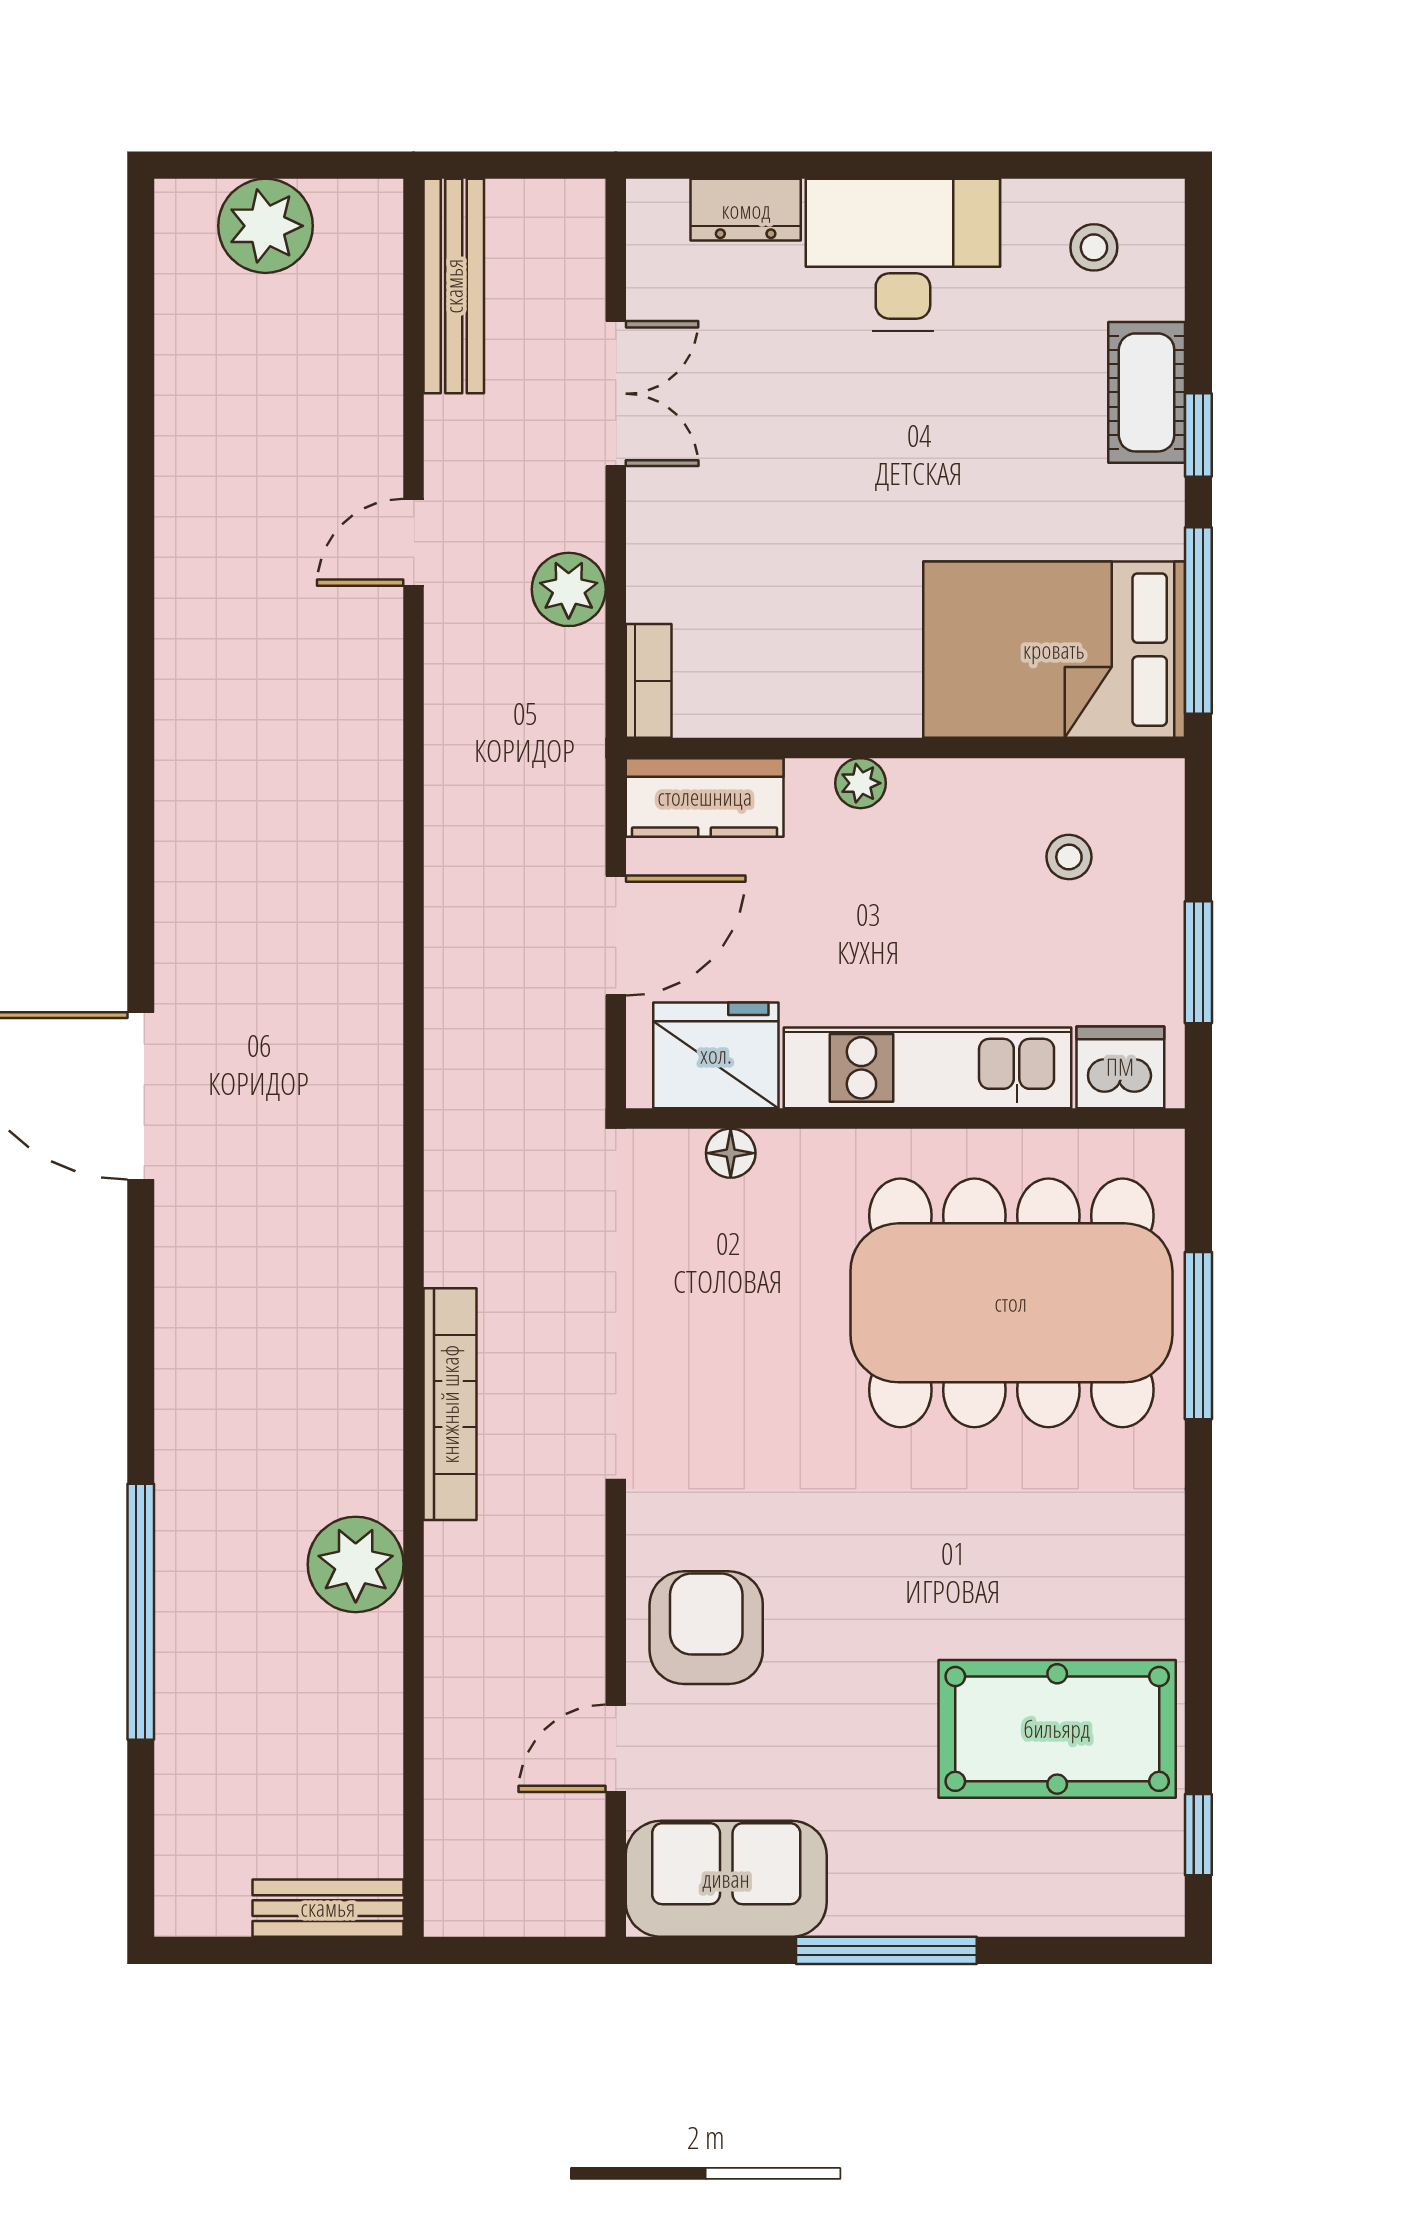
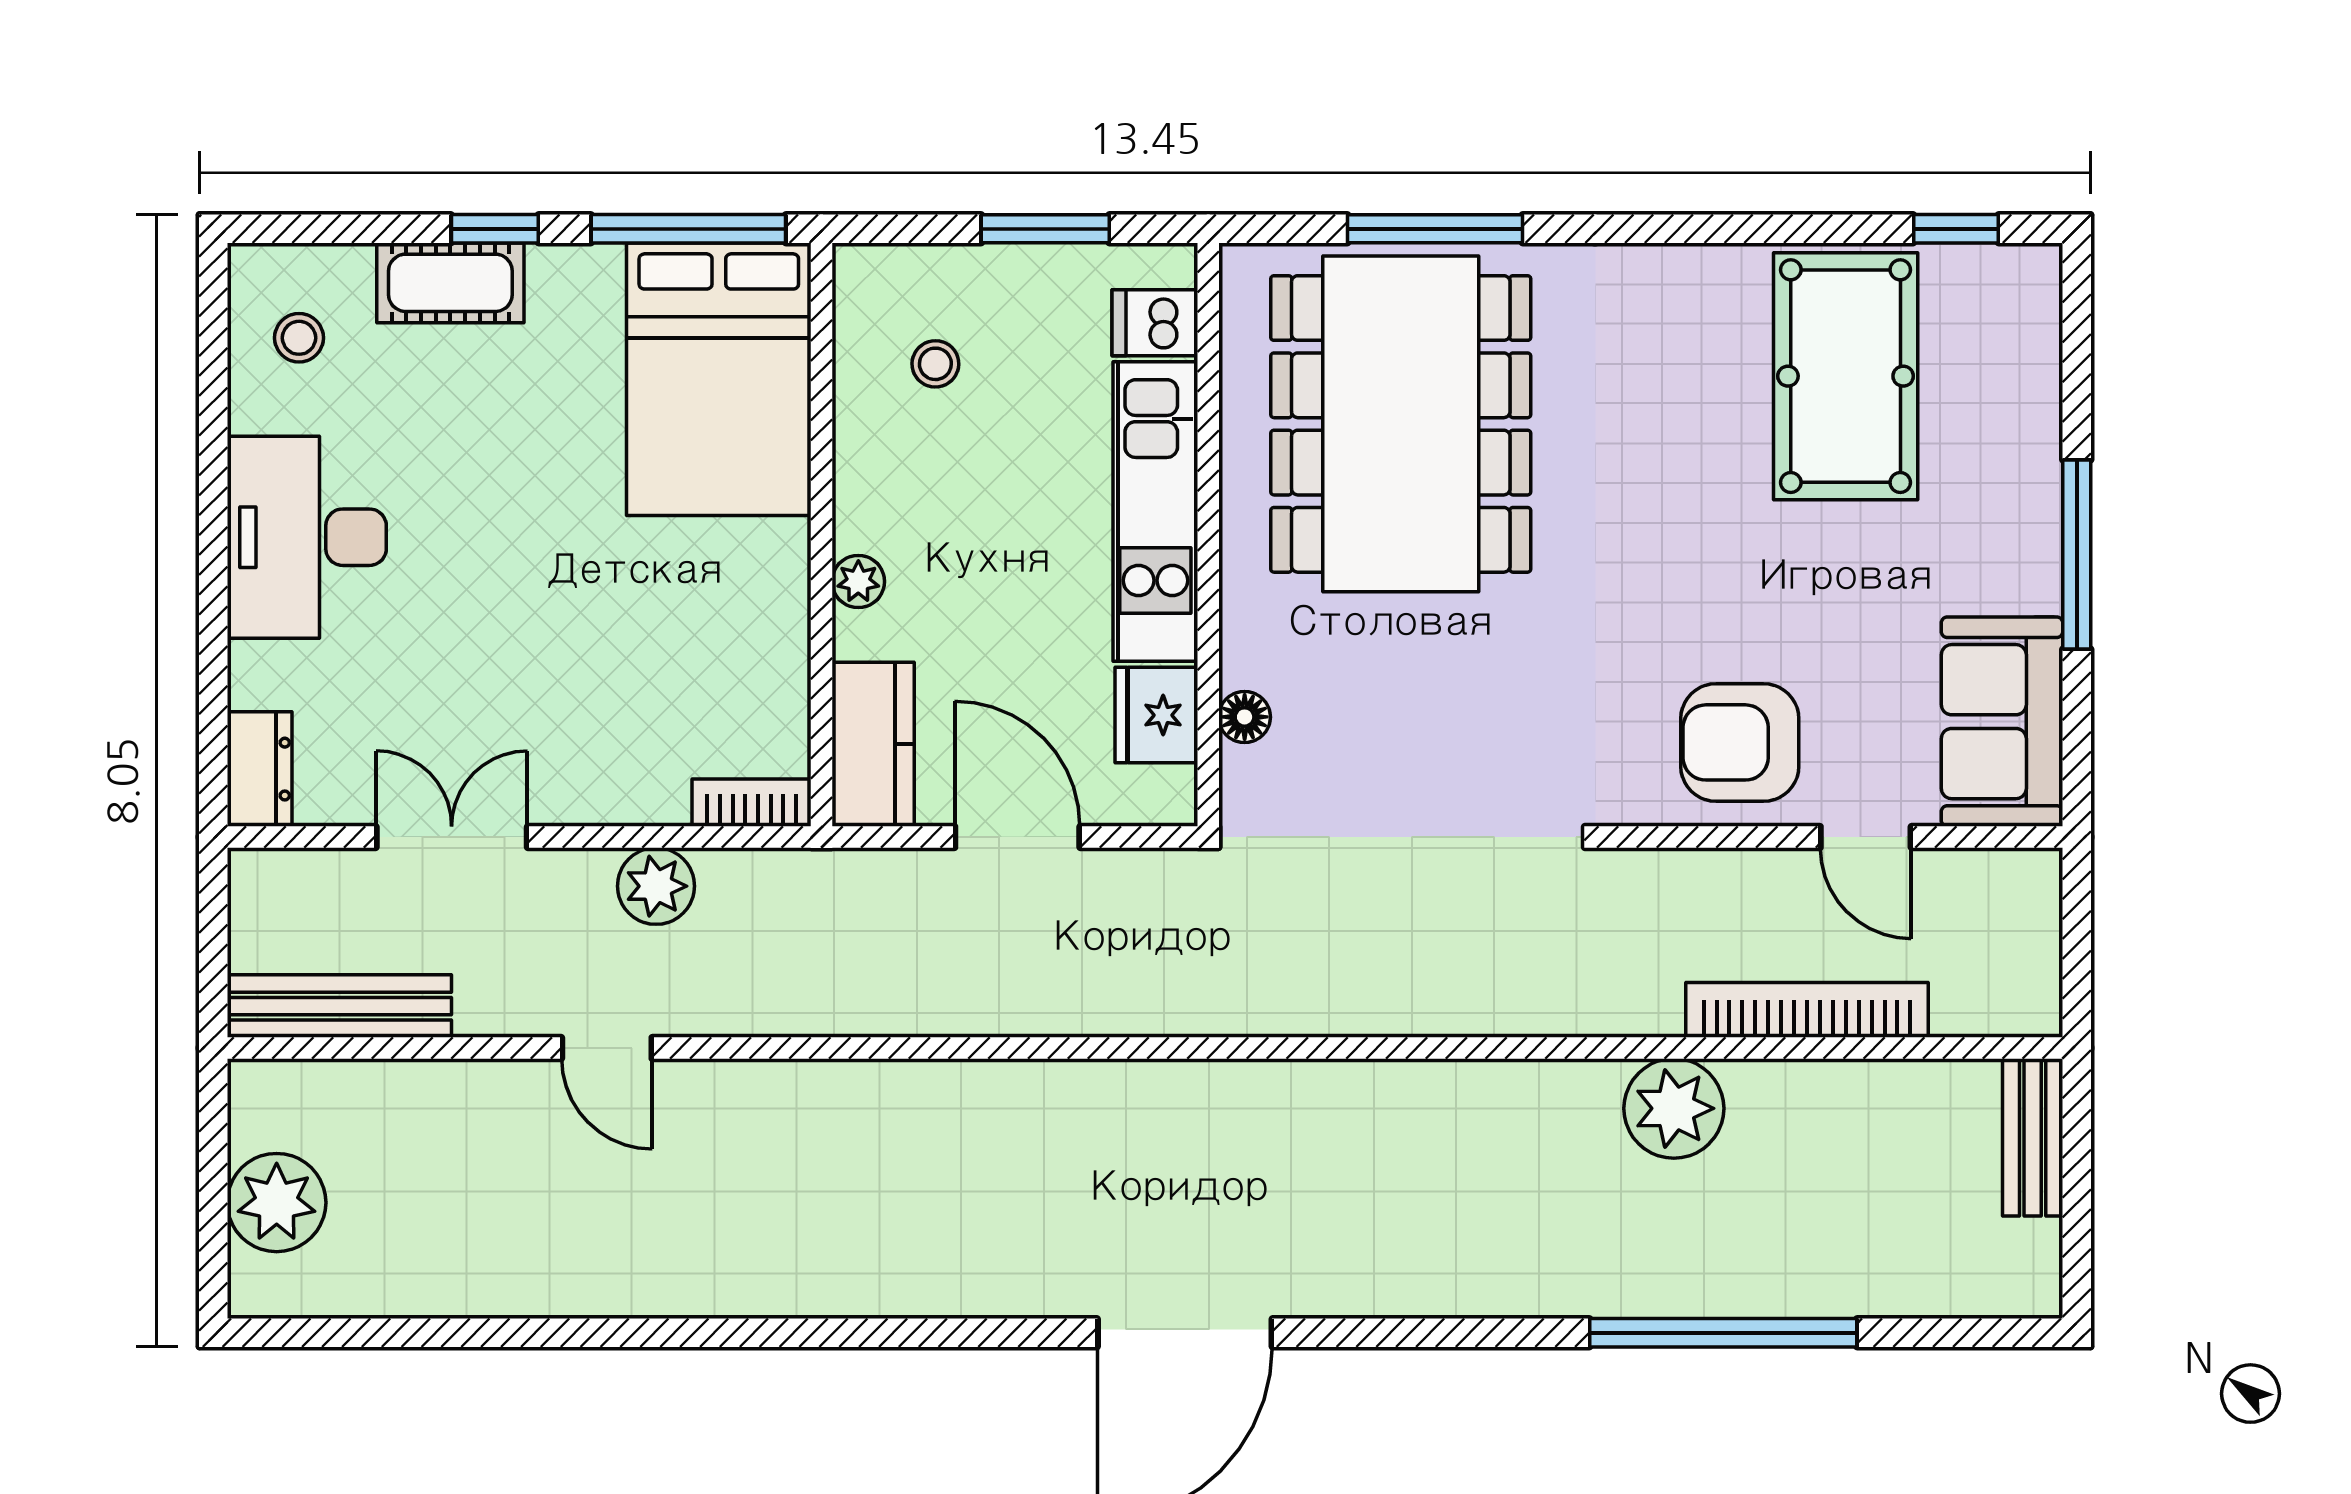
dresser: (746, 210) -> (260, 769), moved
fridge: (716, 1055) -> (1156, 715), width x0.73, depth x0.75
dishwasher: (1120, 1067) -> (1155, 323), width x0.73
bookcase: (450, 1404) -> (1807, 1010), moved

